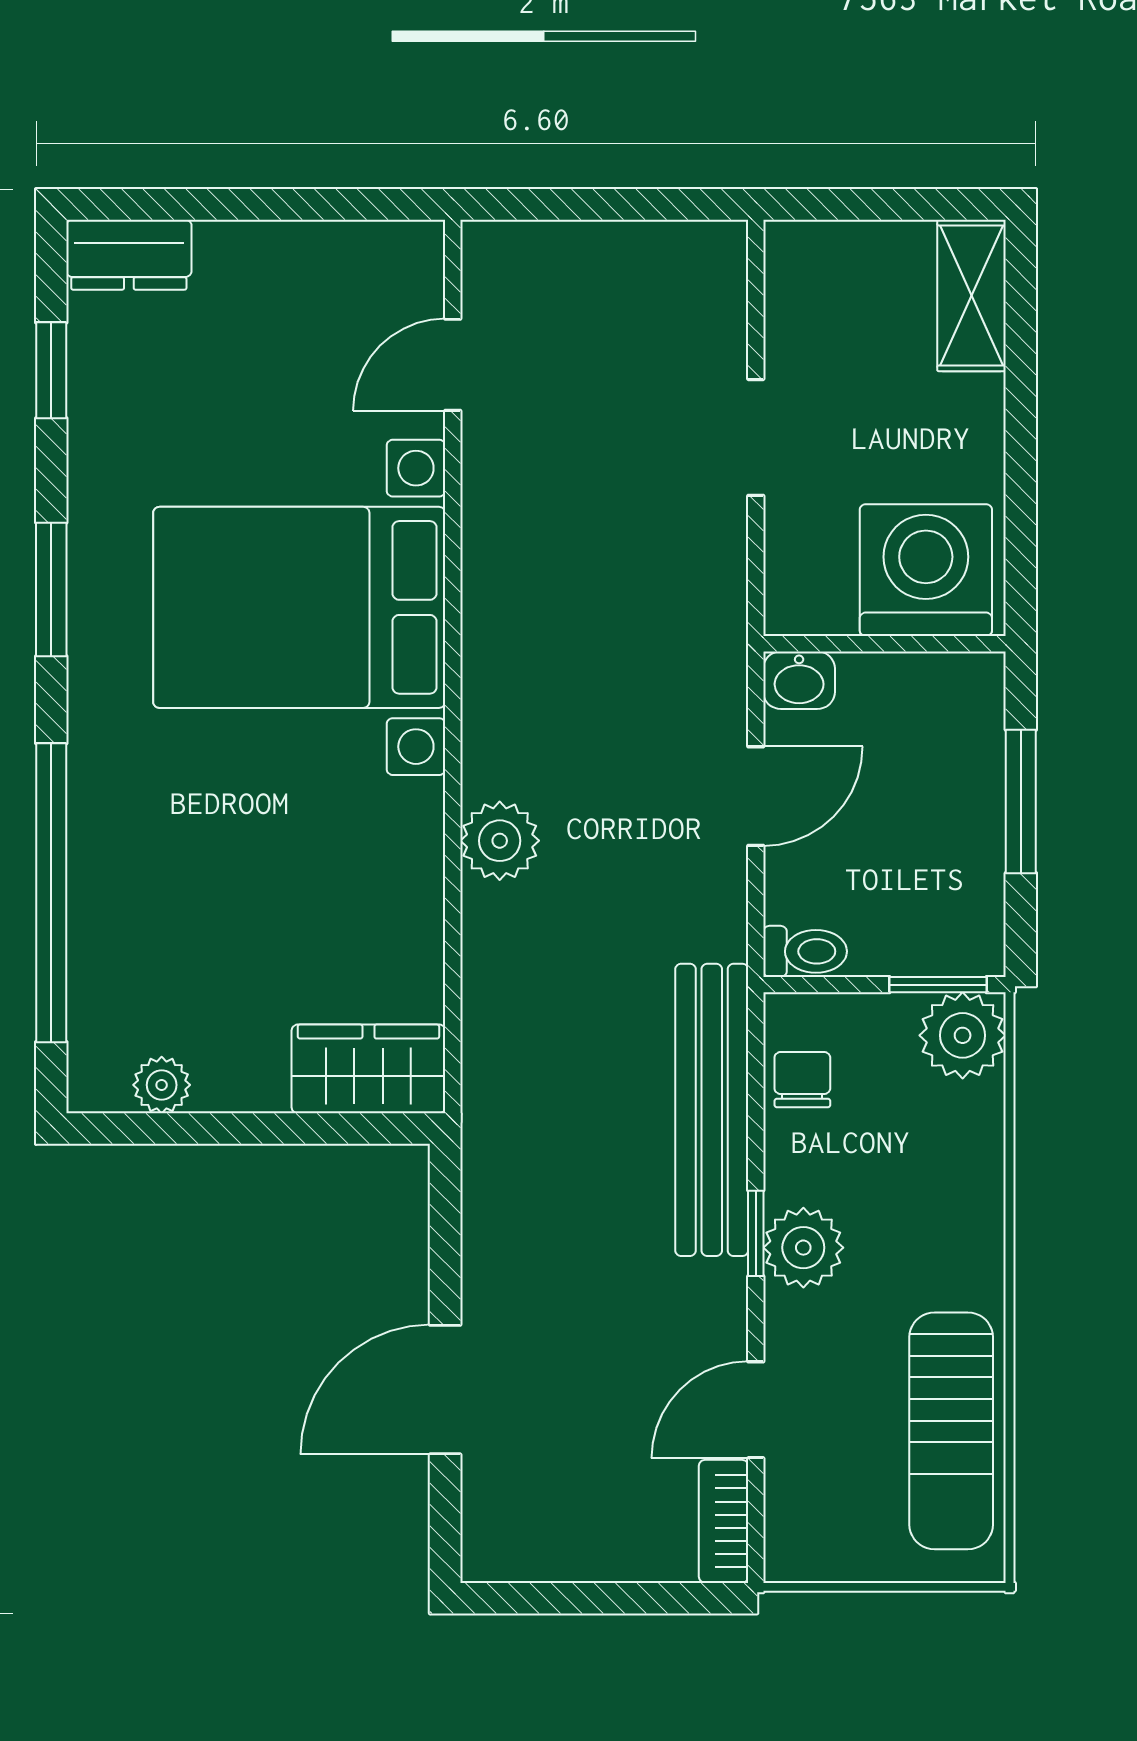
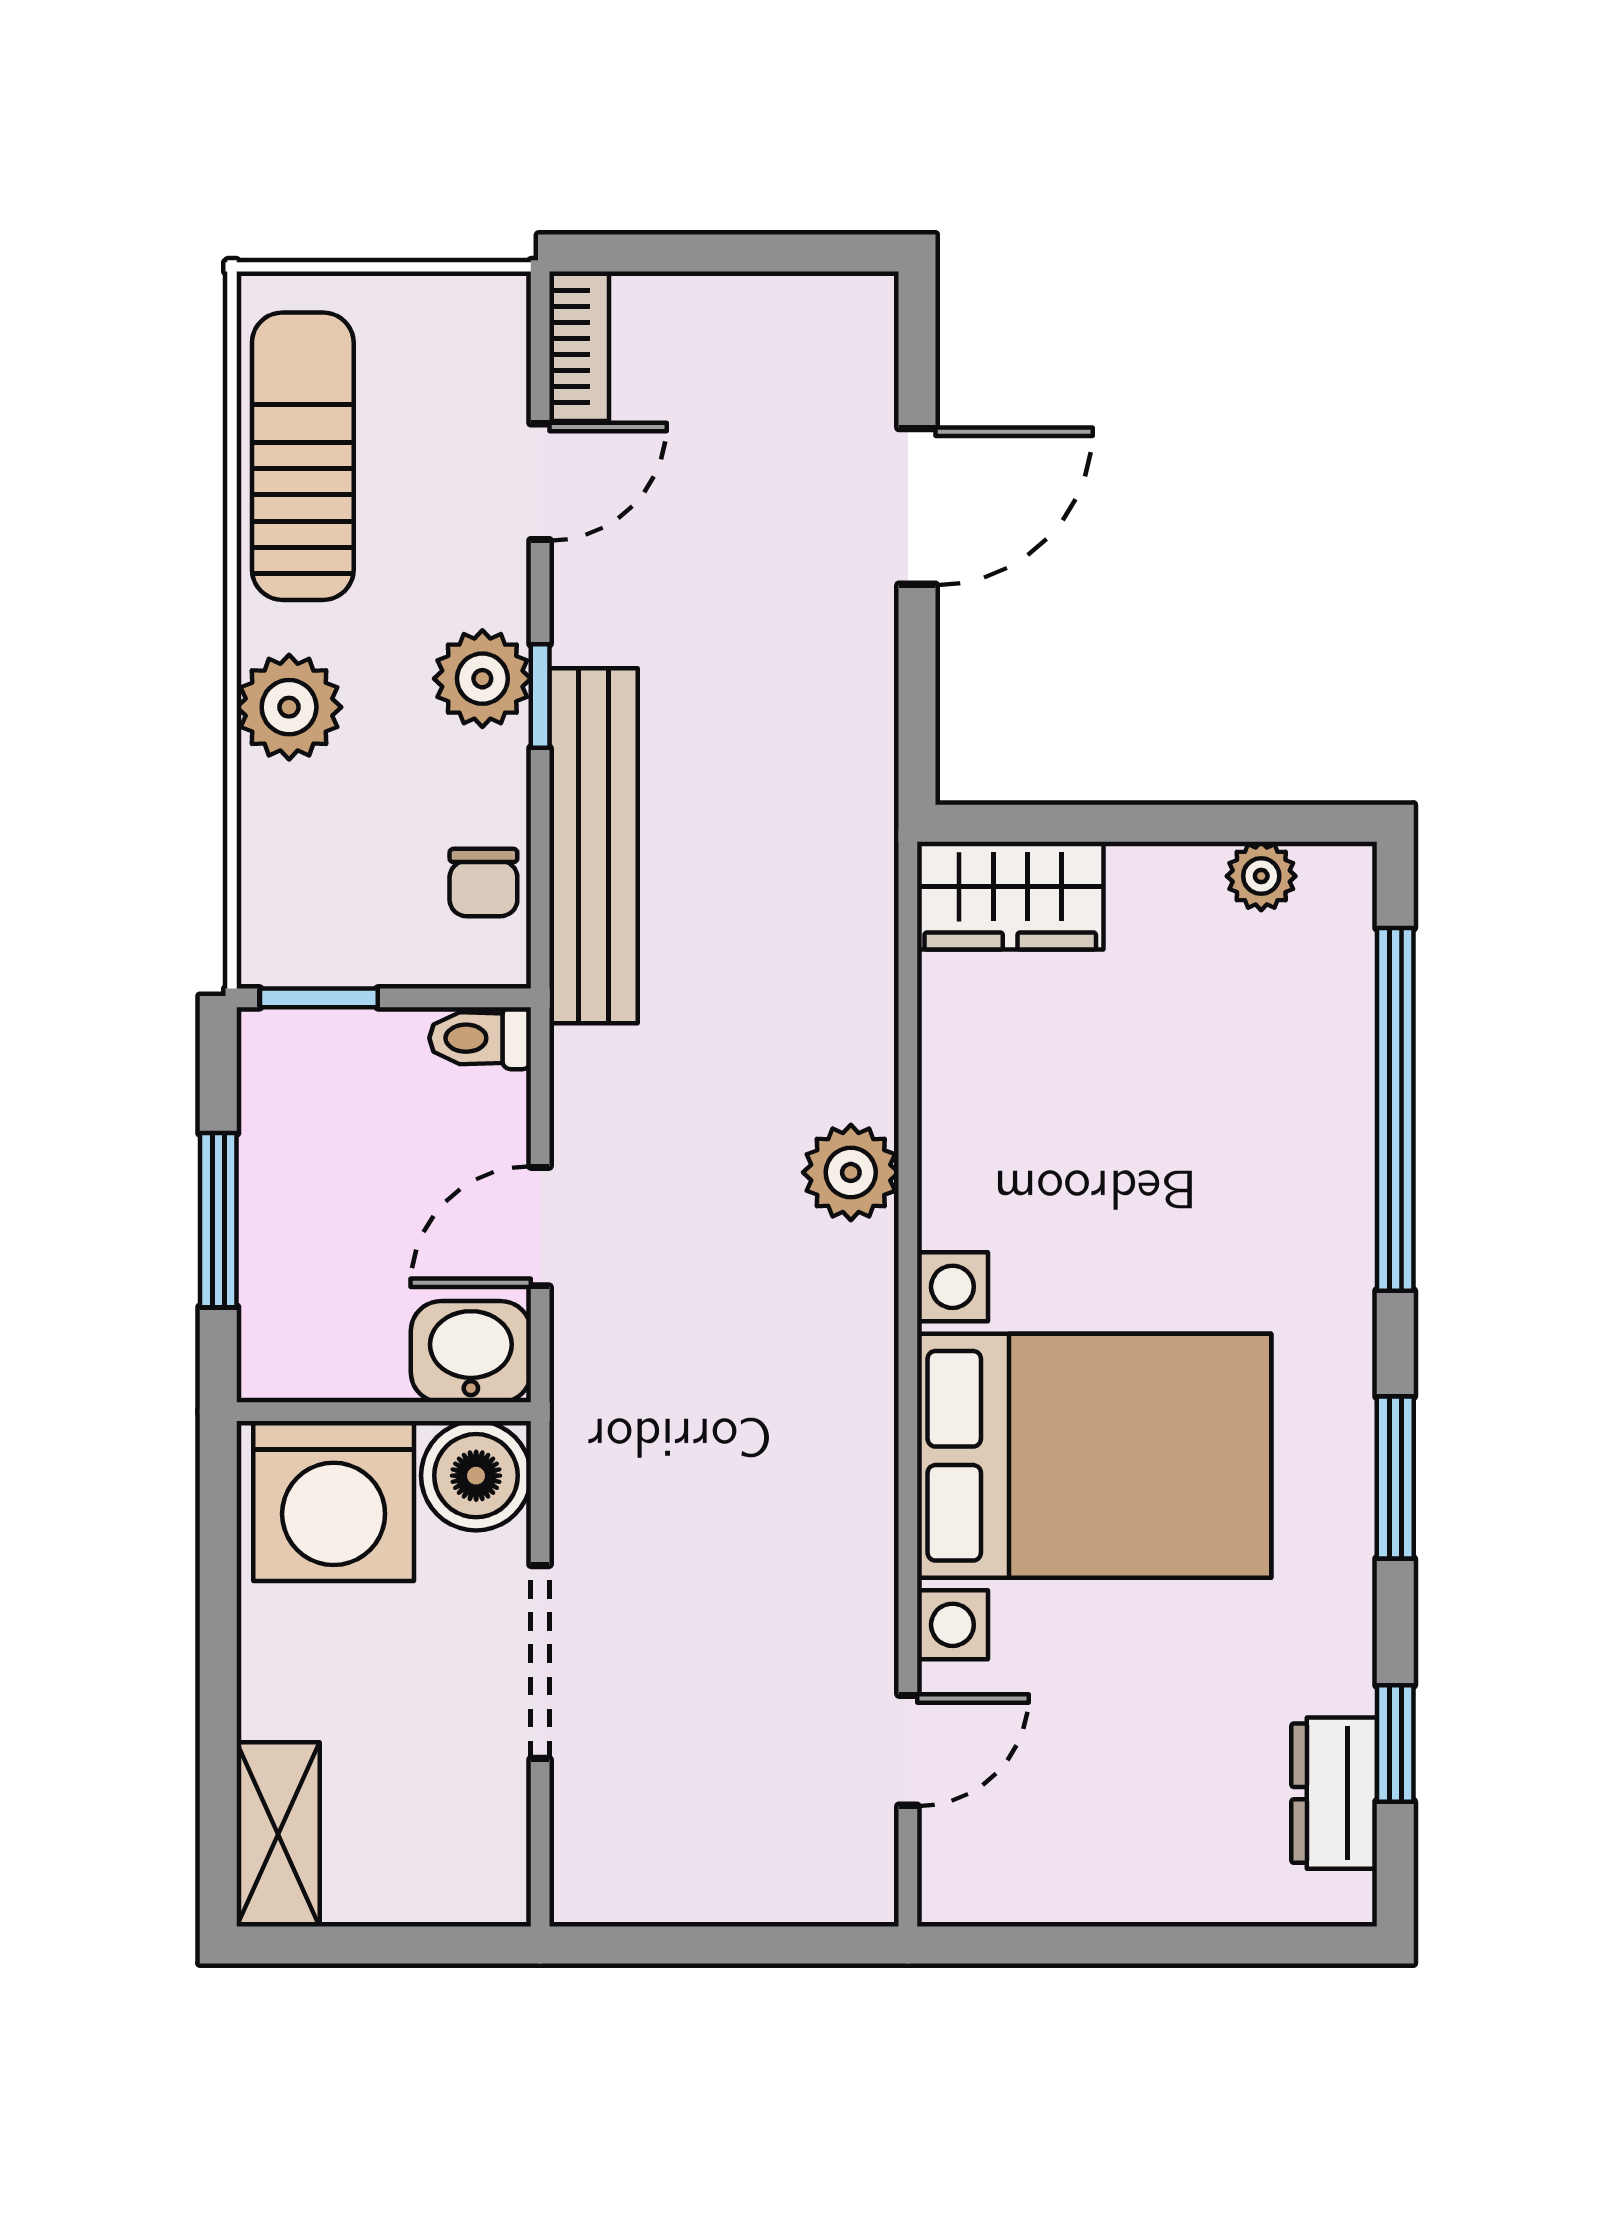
dresser: (129, 255) -> (1334, 1793), moved, turned -90
doorway: (756, 437) -> (540, 1662), width x1.38
boiler: (809, 591) -> (476, 1476), added
washbasin: (799, 680) -> (471, 1352), width x1.38, depth x1.45
plant: (963, 1035) -> (289, 707), moved

